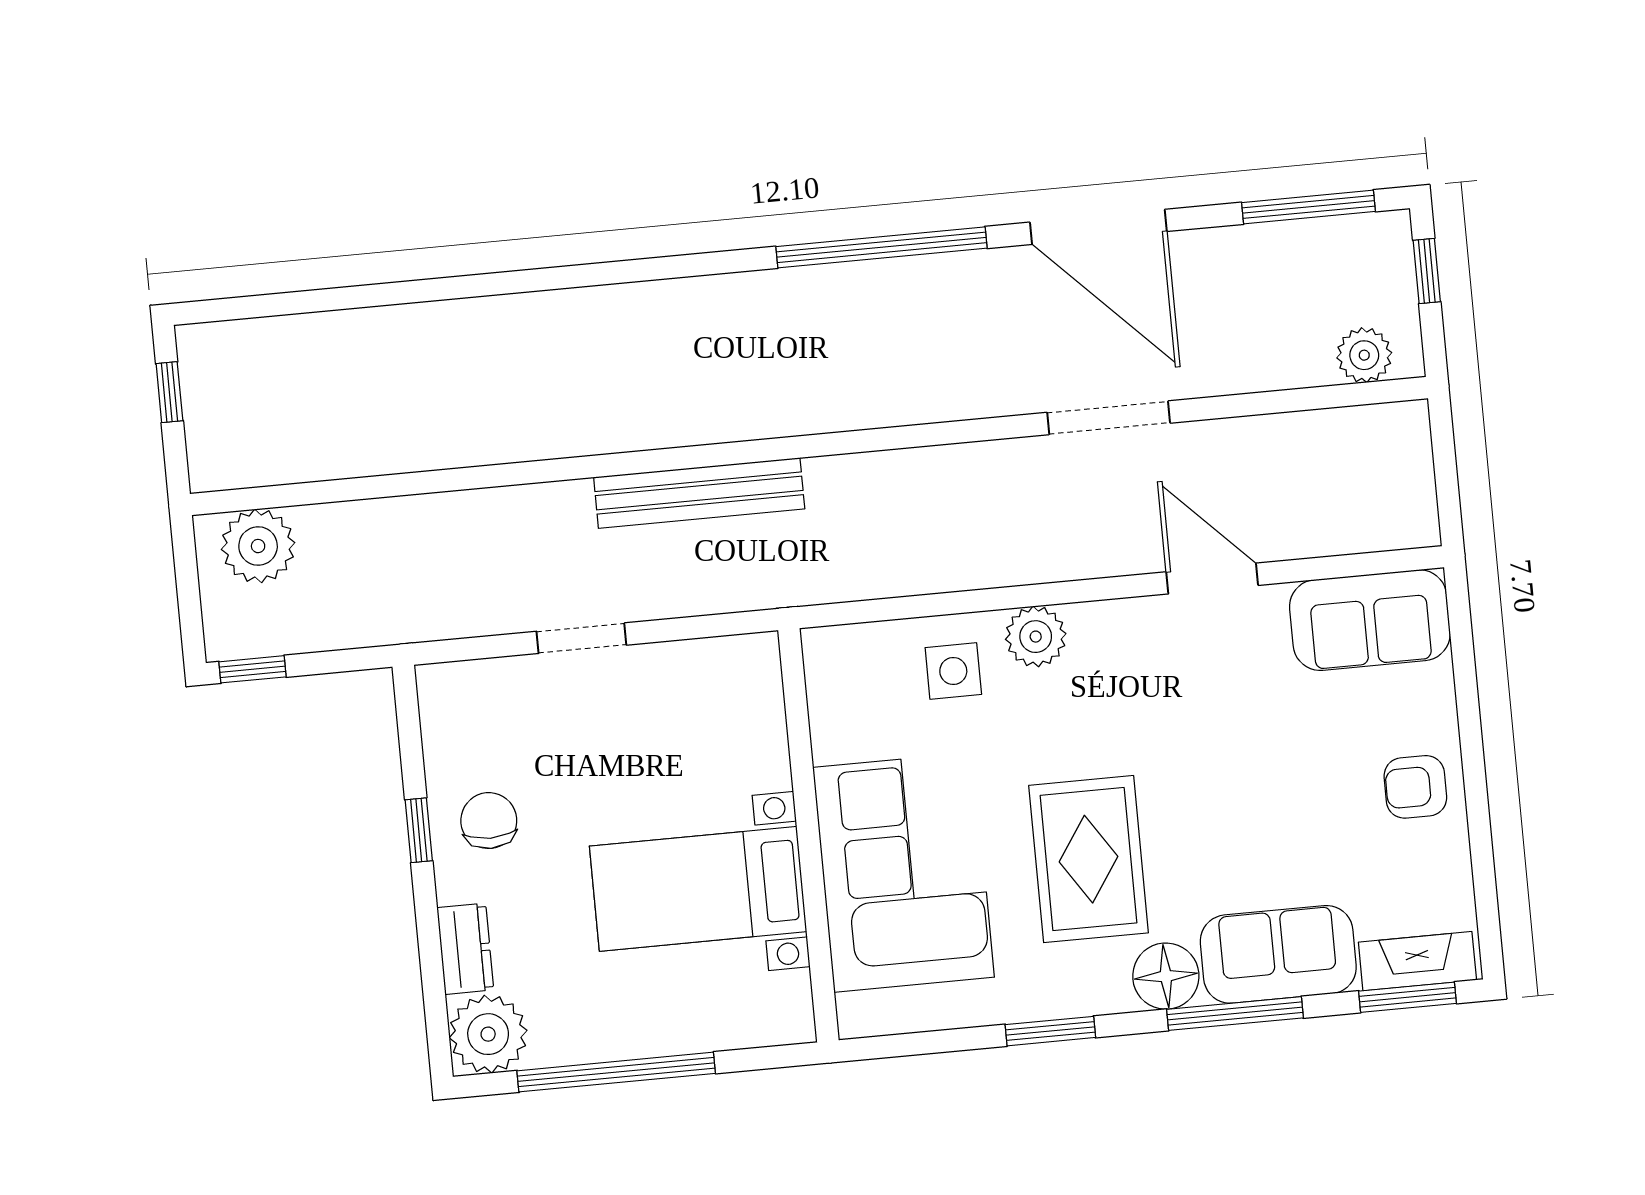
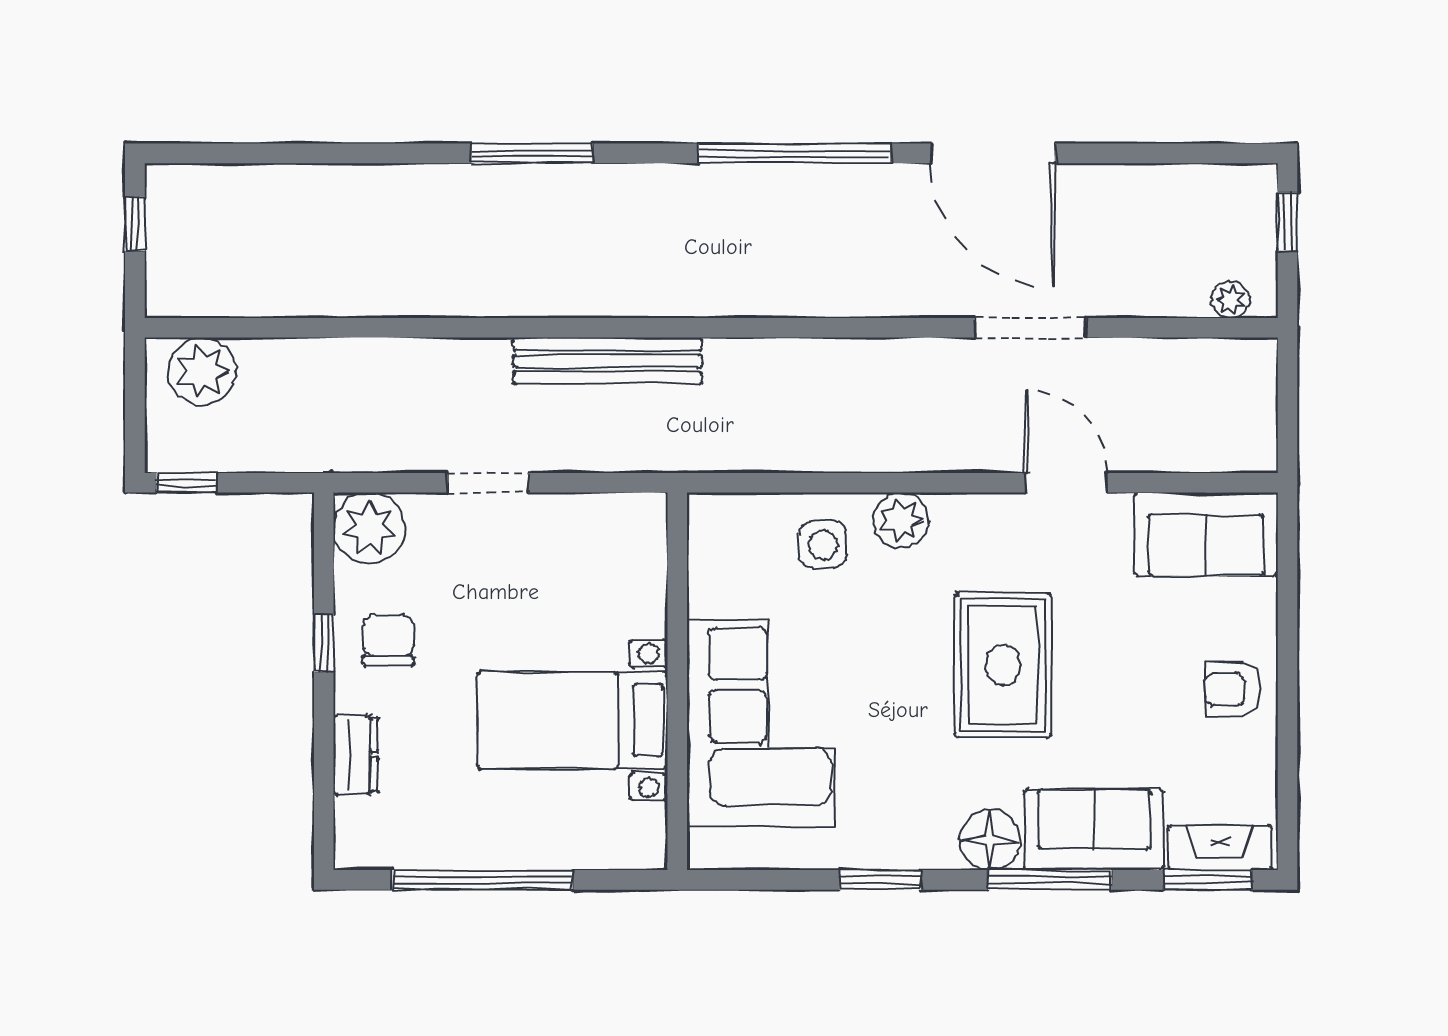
window: (1308, 207) -> (532, 153), moved
plant: (1364, 355) -> (1230, 300), width x0.73, depth x0.73
doorway: (1109, 418) -> (1030, 328), moved
rug: (1089, 859) -> (1003, 665), moved
plant: (488, 1034) -> (369, 528), moved

